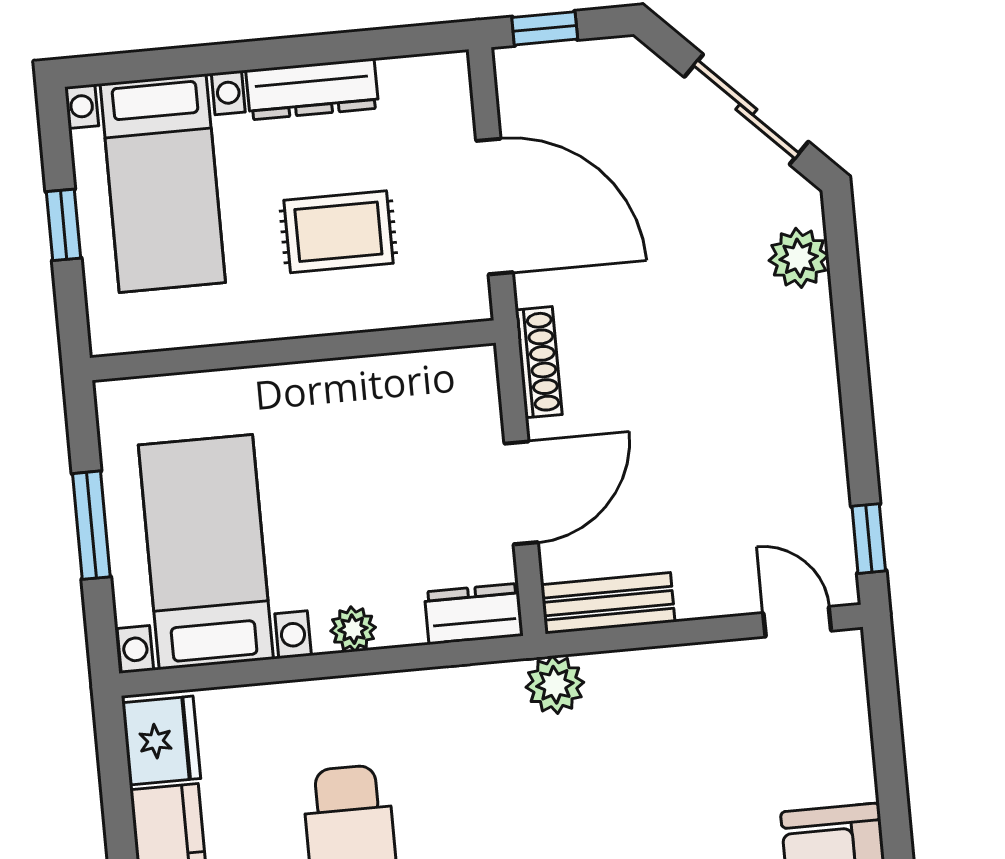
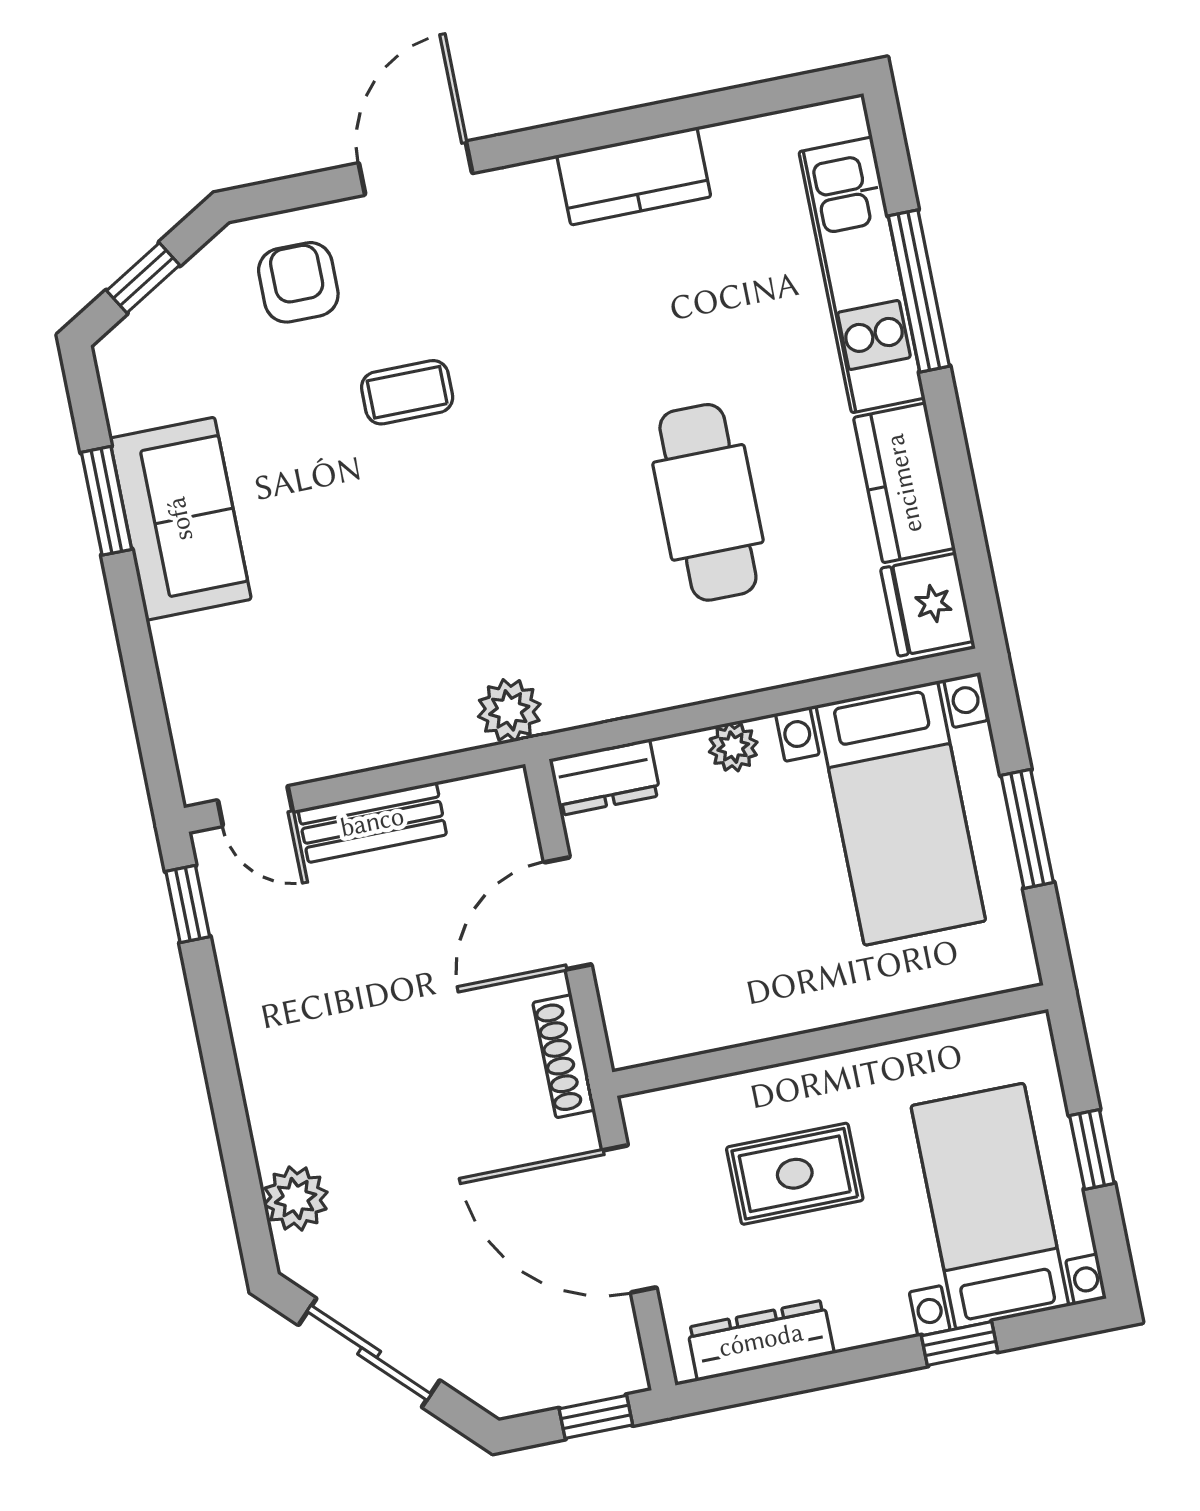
window: (204, 60) -> (960, 1344), added
dresser: (312, 89) -> (761, 1340), moved
bench: (608, 603) -> (372, 822), moved

